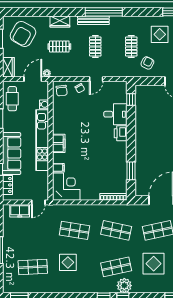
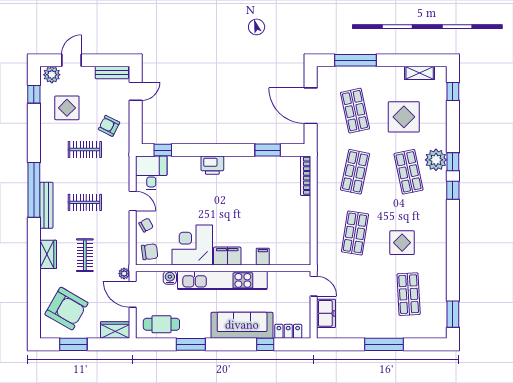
desk: (115, 114) -> (151, 173), moved
corner desk: (66, 187) -> (192, 245), moved

